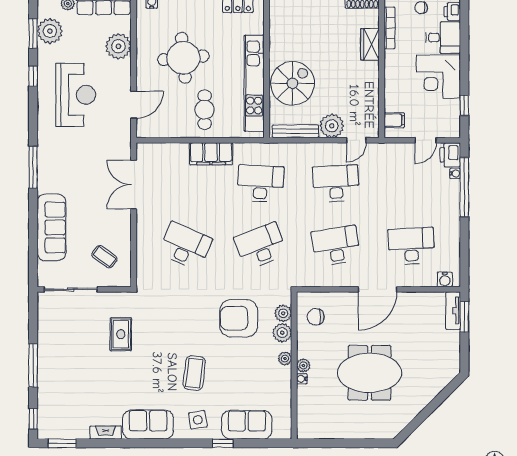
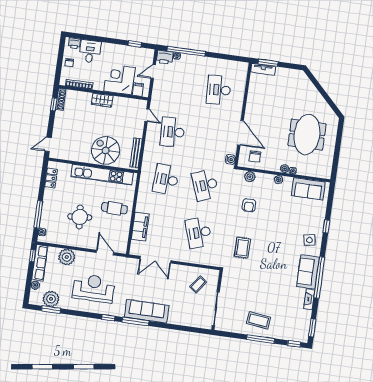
wardrobe: (370, 44) -> (102, 100), moved
round table: (183, 58) -> (80, 217), width x0.73, depth x0.73
window: (33, 76) -> (108, 318), moved
corner desk: (438, 77) -> (119, 79), moved, turned 180
plant: (332, 126) -> (136, 129), removed
door: (426, 140) -> (153, 72), swing flipped
filing cabinet: (211, 154) -> (140, 227), moved
sofa: (51, 227) -> (147, 311), moved
desk: (185, 246) -> (199, 233), turned -42
desk: (336, 246) -> (212, 138), removed
water cooler: (445, 279) -> (230, 160), moved
door: (378, 289) -> (241, 133), moved
armchair: (239, 318) -> (249, 205), width x0.53, depth x0.53
plant: (282, 333) -> (262, 179), removed
rug: (121, 334) -> (242, 248), moved, turned 90
coffee table: (194, 373) -> (259, 320), moved
meeting table: (370, 373) -> (307, 135), moved
sofa: (247, 425) -> (308, 189), moved, turned -90
window: (142, 443) -> (319, 277), added

